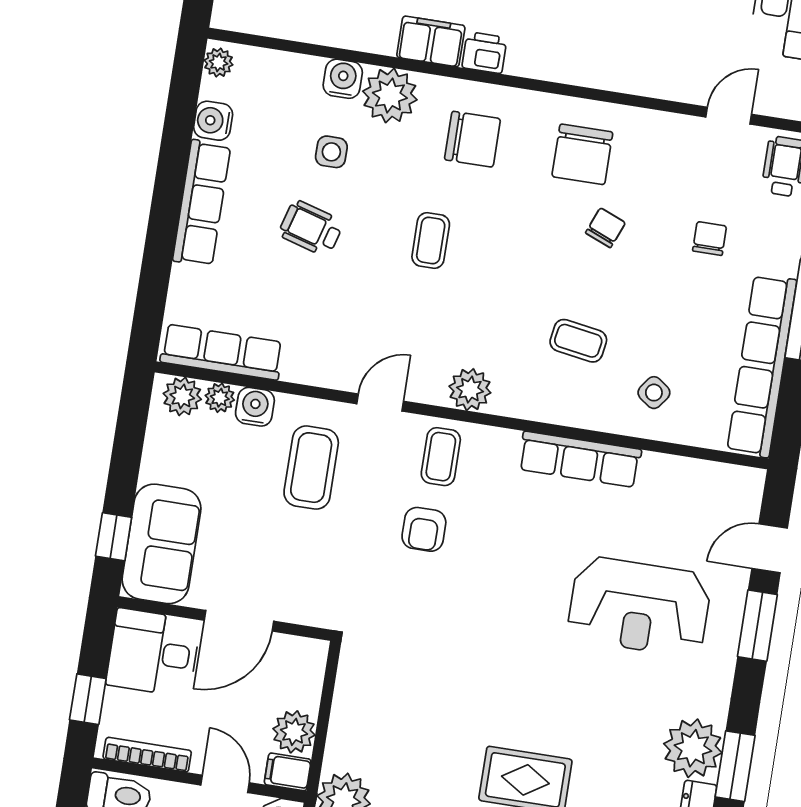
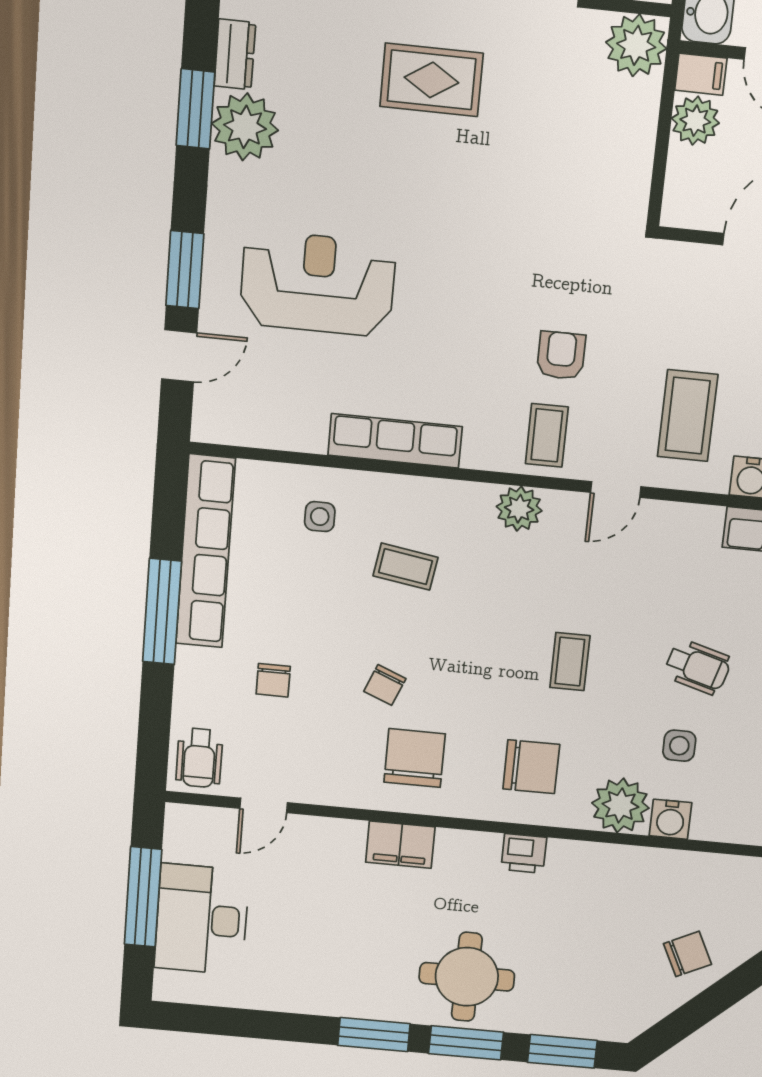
filing cabinet: (431, 41) -> (400, 845), moved
chair: (473, 139) -> (531, 767), turned 180
side table: (654, 393) -> (320, 517), turned -36

